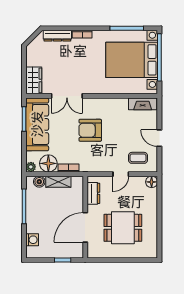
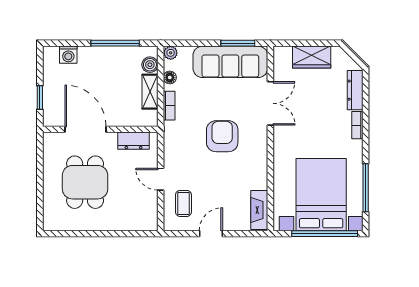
wardrobe: (34, 80) -> (312, 57), moved
double door: (67, 96) -> (270, 103), swing flipped
floor lamp: (48, 163) -> (170, 77), width x0.53, depth x0.53
floor lamp: (152, 182) -> (150, 223), removed

